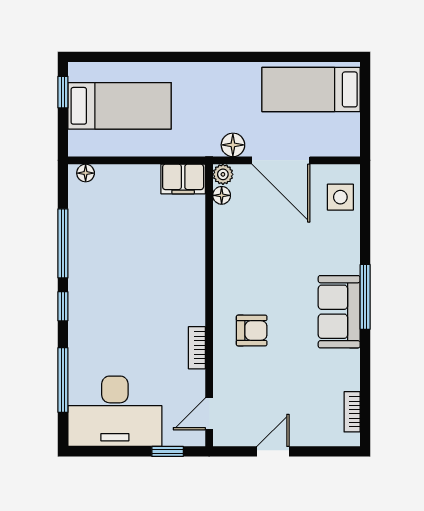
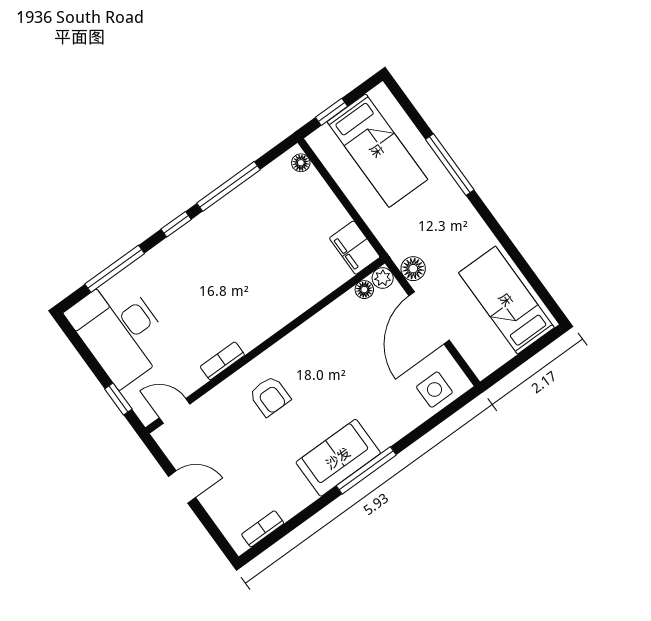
window: (172, 57) -> (450, 165), added
window: (63, 92) -> (331, 112), moved

